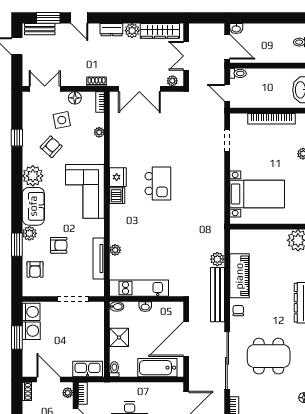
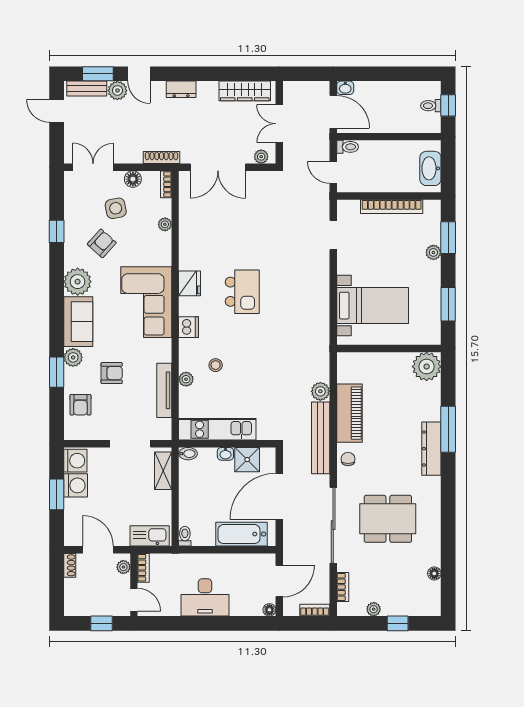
plant: (132, 31) -> (117, 90), moved
shoe rack: (97, 81) -> (161, 157), width x1.43
dishwasher: (117, 196) -> (189, 327), moved
stool: (138, 239) -> (216, 365), added
shelving: (98, 320) -> (163, 471), added
shower: (119, 337) -> (247, 460), moved

